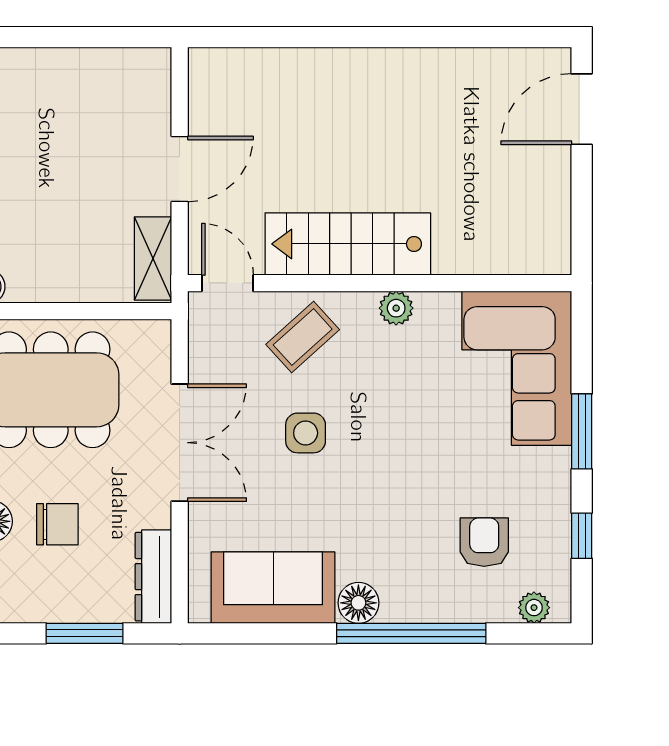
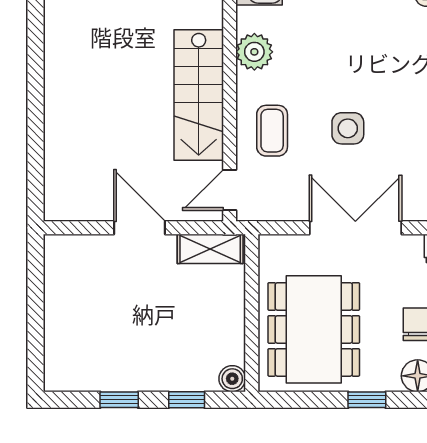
plant: (396, 308) -> (254, 52), width x1.38, depth x1.38
coffee table: (303, 337) -> (272, 131), turned 42

